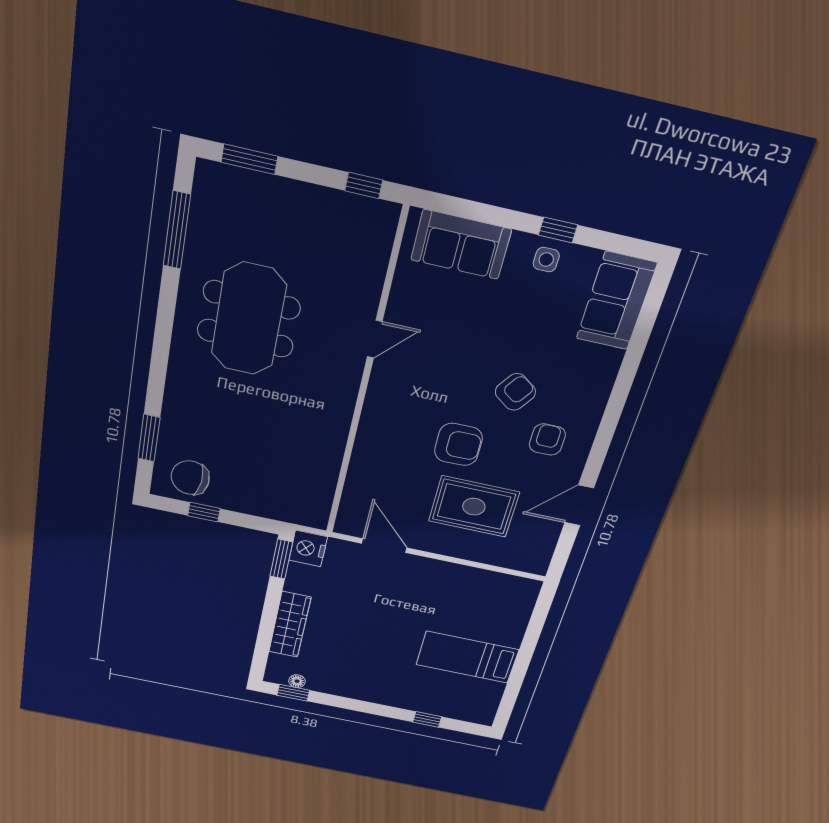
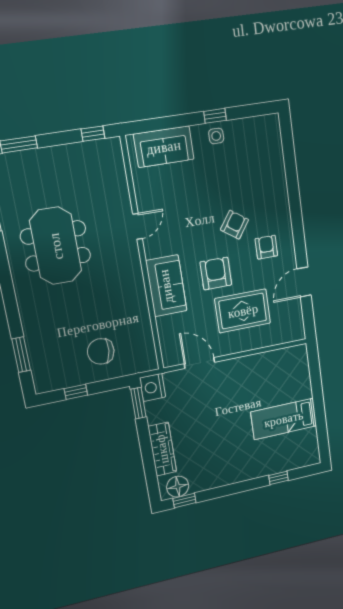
sofa: (616, 301) -> (166, 286), moved, turned 180
armchair: (458, 445) -> (216, 273), turned -89
chair: (190, 478) -> (101, 351), moved
floor lamp: (297, 681) -> (178, 487), width x1.89, depth x1.89

